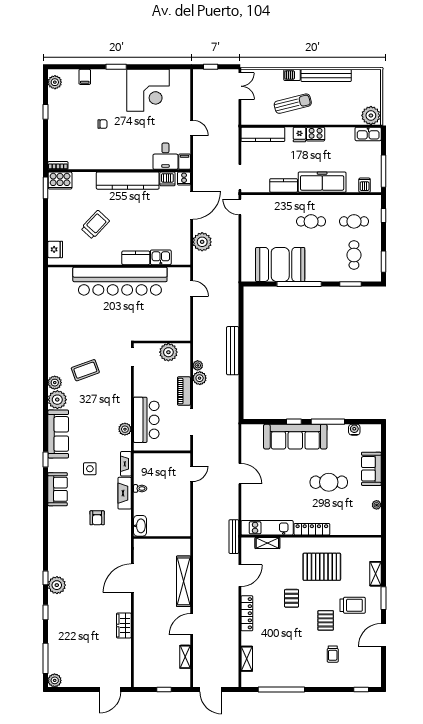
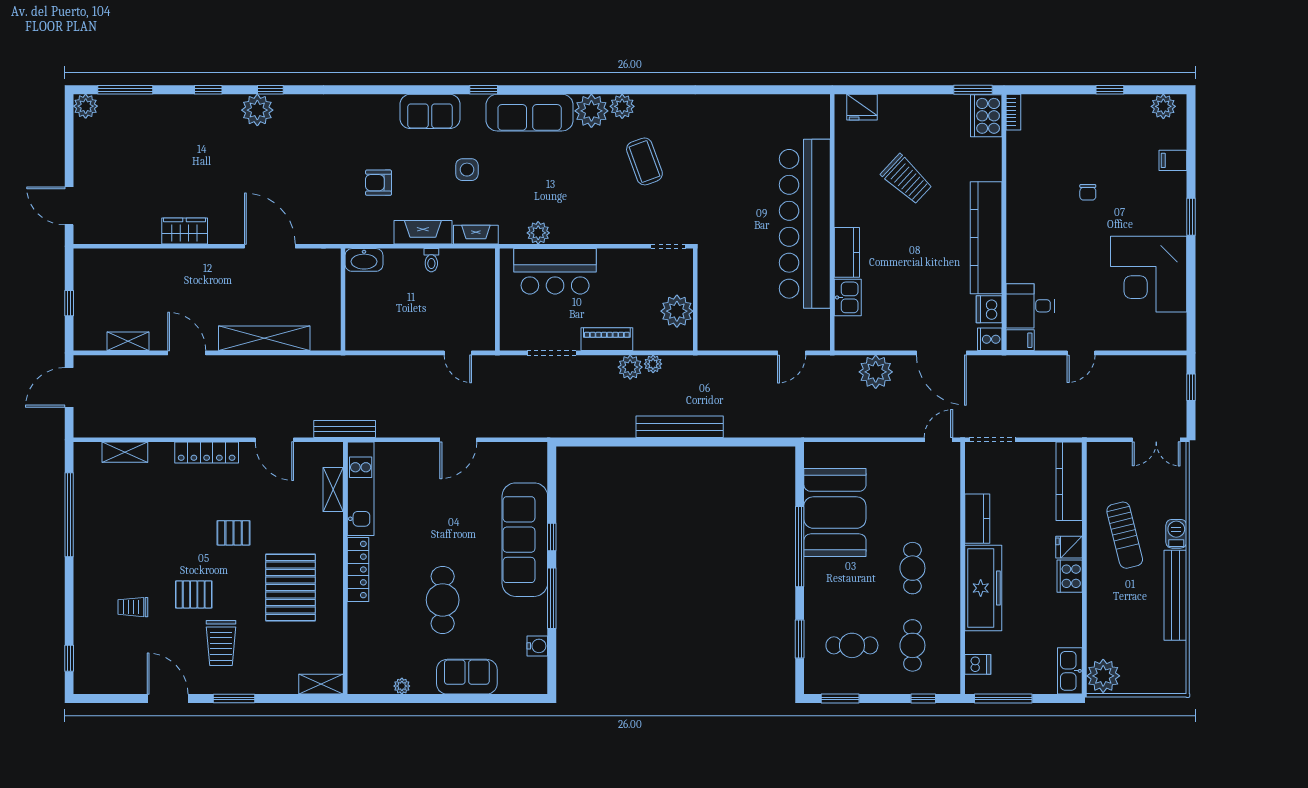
shelving: (376, 574) -> (321, 684), moved

